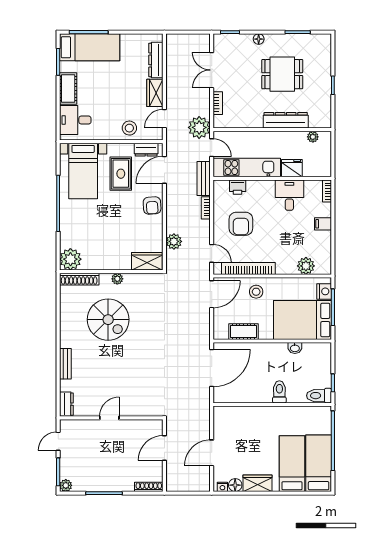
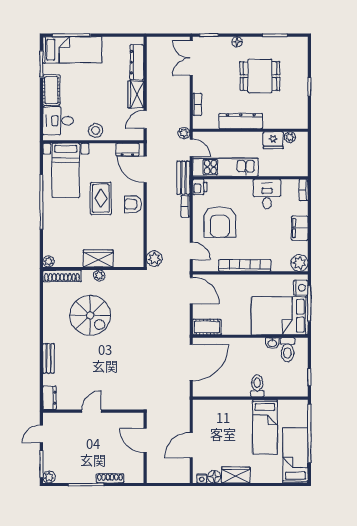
double door: (212, 70) -> (191, 58), moved
dresser: (286, 120) -> (241, 121), moved
plant: (199, 127) -> (184, 133), width x0.53, depth x0.53
stool: (129, 128) -> (96, 130), moved
fridge: (292, 168) -> (273, 140), moved, turned 180
door: (164, 170) -> (145, 169), hinge flipped
rug: (121, 174) -> (101, 198), moved
printer: (238, 187) -> (200, 187), moved, turned -90
armchair: (152, 206) -> (133, 204), turned 93
armchair: (241, 224) -> (220, 222), width x1.36, depth x1.36
filing cabinet: (323, 224) -> (300, 228), width x2.00
plant: (174, 241) -> (154, 259), moved
plant: (70, 259) -> (49, 261), width x0.53, depth x0.53
wardrobe: (147, 261) -> (98, 258), moved
plant: (306, 266) -> (299, 263), moved
bookcase: (248, 268) -> (245, 265), moved
stool: (256, 292) -> (235, 288), removed
door: (212, 294) -> (191, 291), hinge flipped
cot: (243, 332) -> (207, 327), moved
toilet: (319, 396) -> (287, 350), moved, turned -90
door: (164, 448) -> (145, 441), hinge flipped
bed: (292, 464) -> (265, 427), moved, turned 180
shoe rack: (149, 487) -> (110, 478), moved

